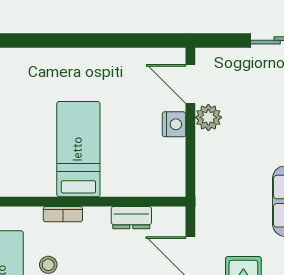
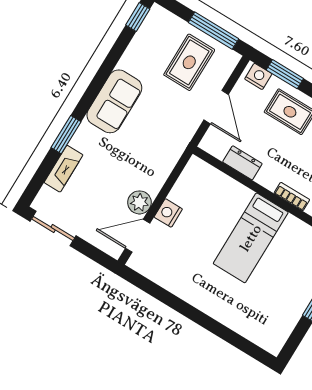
door: (190, 84) -> (138, 236), swing flipped

